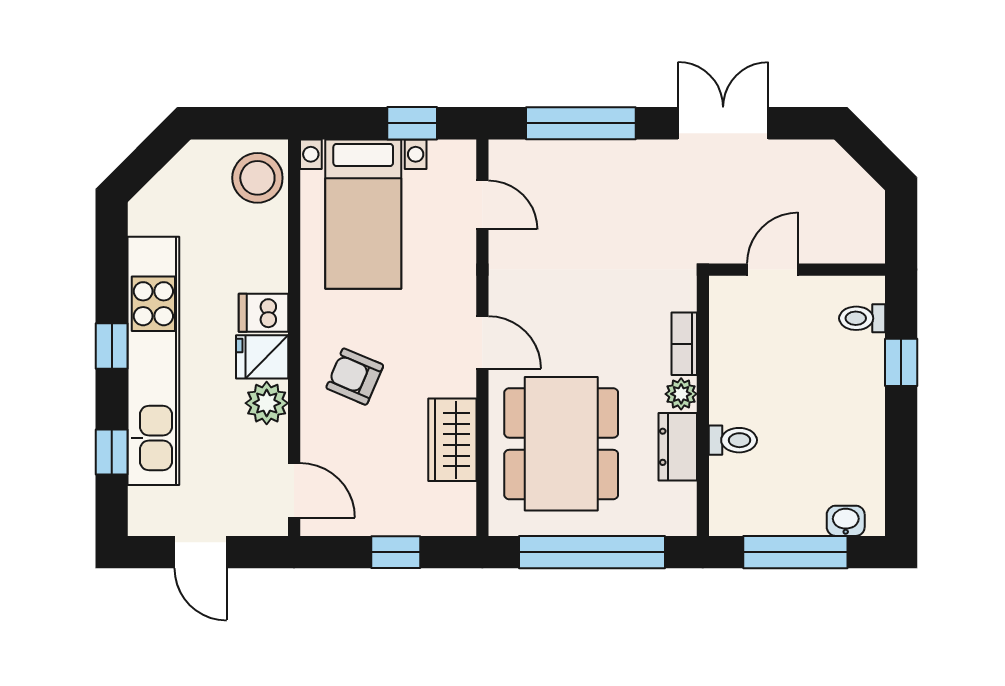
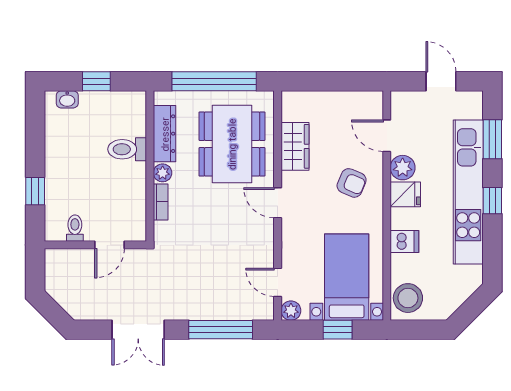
window: (412, 123) -> (338, 330), moved
plant: (459, 156) -> (291, 311), added
dishwasher: (263, 313) -> (404, 242), moved
toilet: (862, 318) -> (75, 228), moved, turned -90
toilet: (733, 440) -> (127, 149), width x1.37, depth x1.39
dresser: (678, 447) -> (165, 134), width x1.44
window: (112, 452) -> (492, 139), width x1.50
door: (294, 490) -> (387, 136), moved
window: (396, 552) -> (328, 81), removed
window: (795, 552) -> (96, 81), width x0.46

